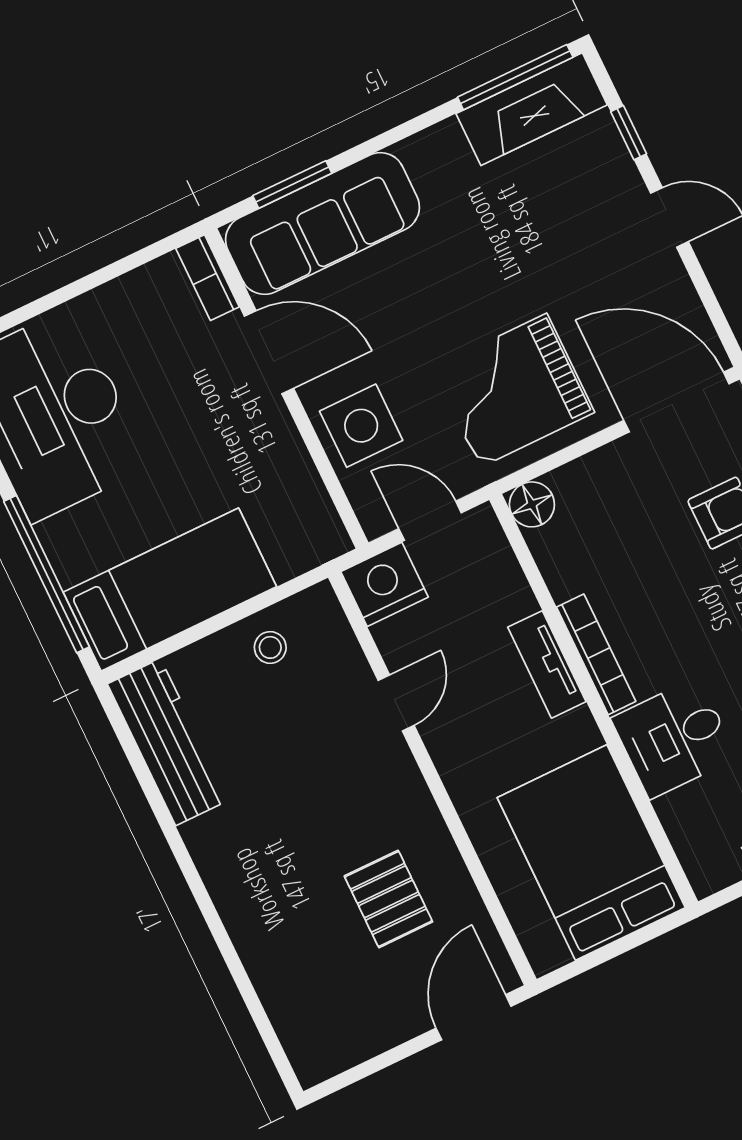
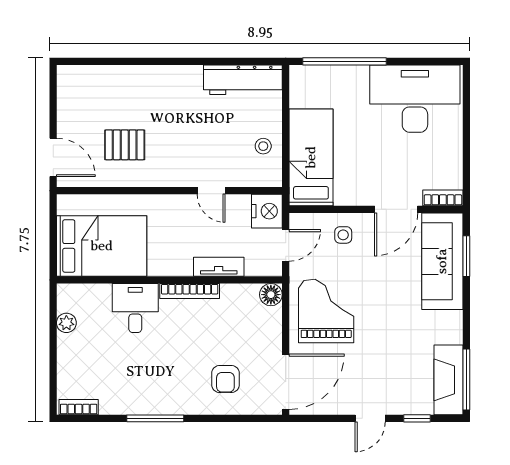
side table: (361, 426) -> (343, 235), width x0.54, depth x0.54
bed: (170, 589) -> (311, 157), moved, turned 180
tv unit: (547, 664) -> (219, 267), moved

